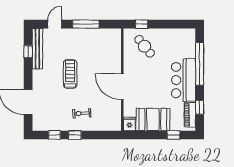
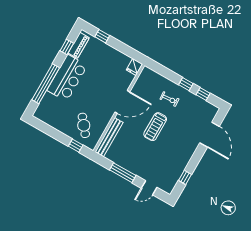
bench: (37, 49) -> (109, 137), moved
treadmill: (70, 74) -> (155, 127), moved
door: (122, 87) -> (122, 102), hinge flipped
booth: (153, 120) -> (112, 59), removed

